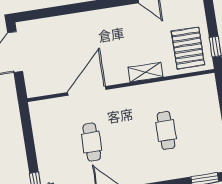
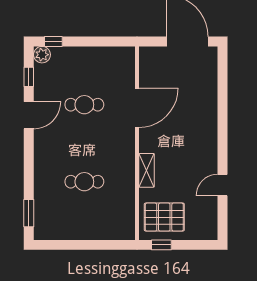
door: (87, 91) -> (137, 108), hinge flipped

